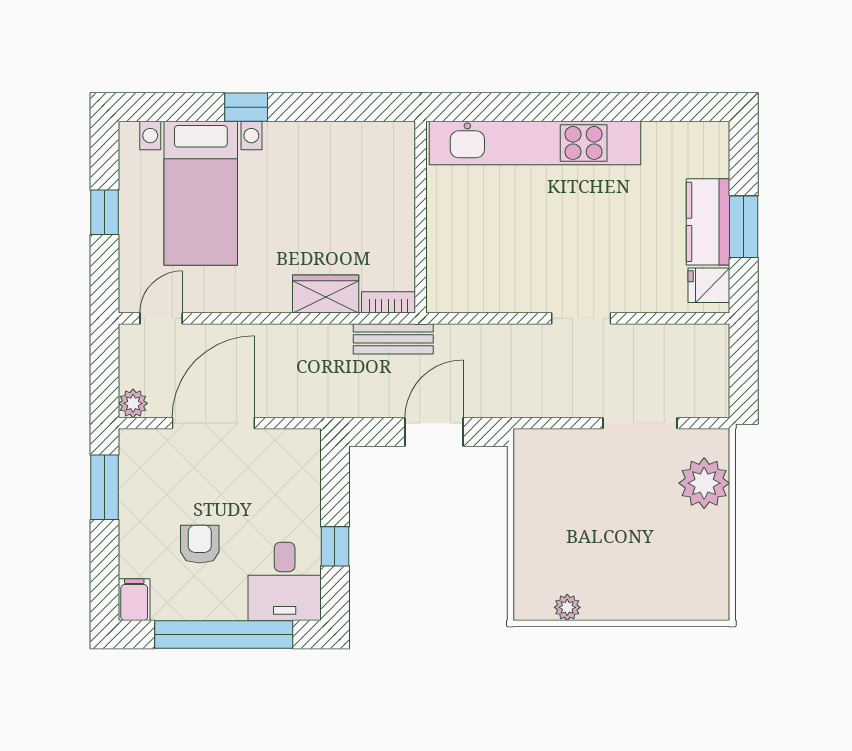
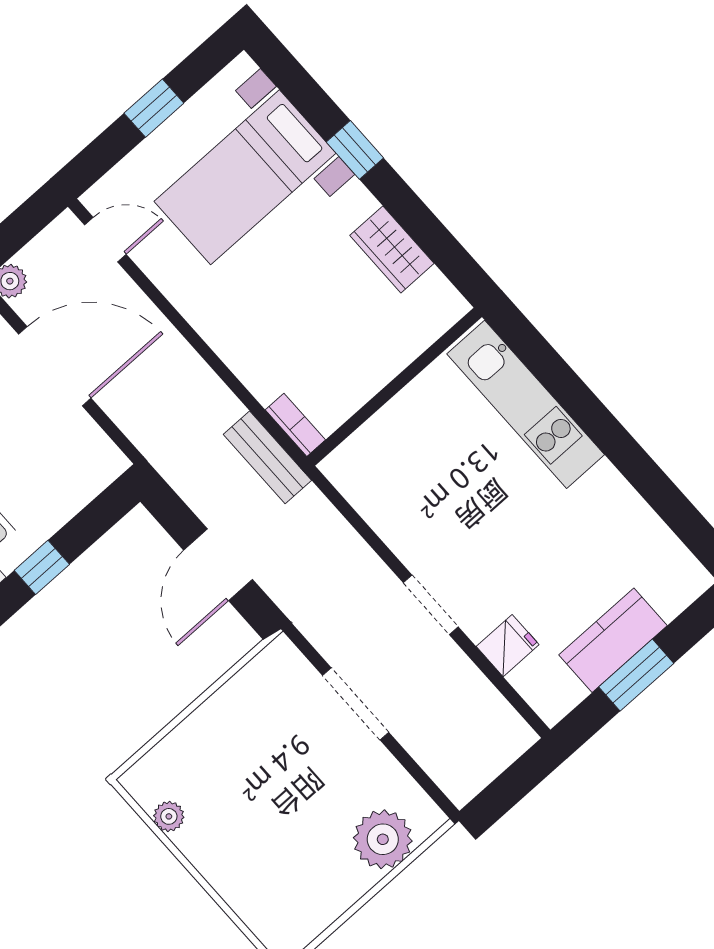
kitchen unit: (535, 143) -> (526, 404), width x0.73
fridge: (709, 285) -> (508, 646), moved, turned 90
wardrobe: (326, 294) -> (392, 249), moved, turned 180
doorway: (640, 423) -> (356, 704), moved
door: (434, 432) -> (218, 565), swing flipped

